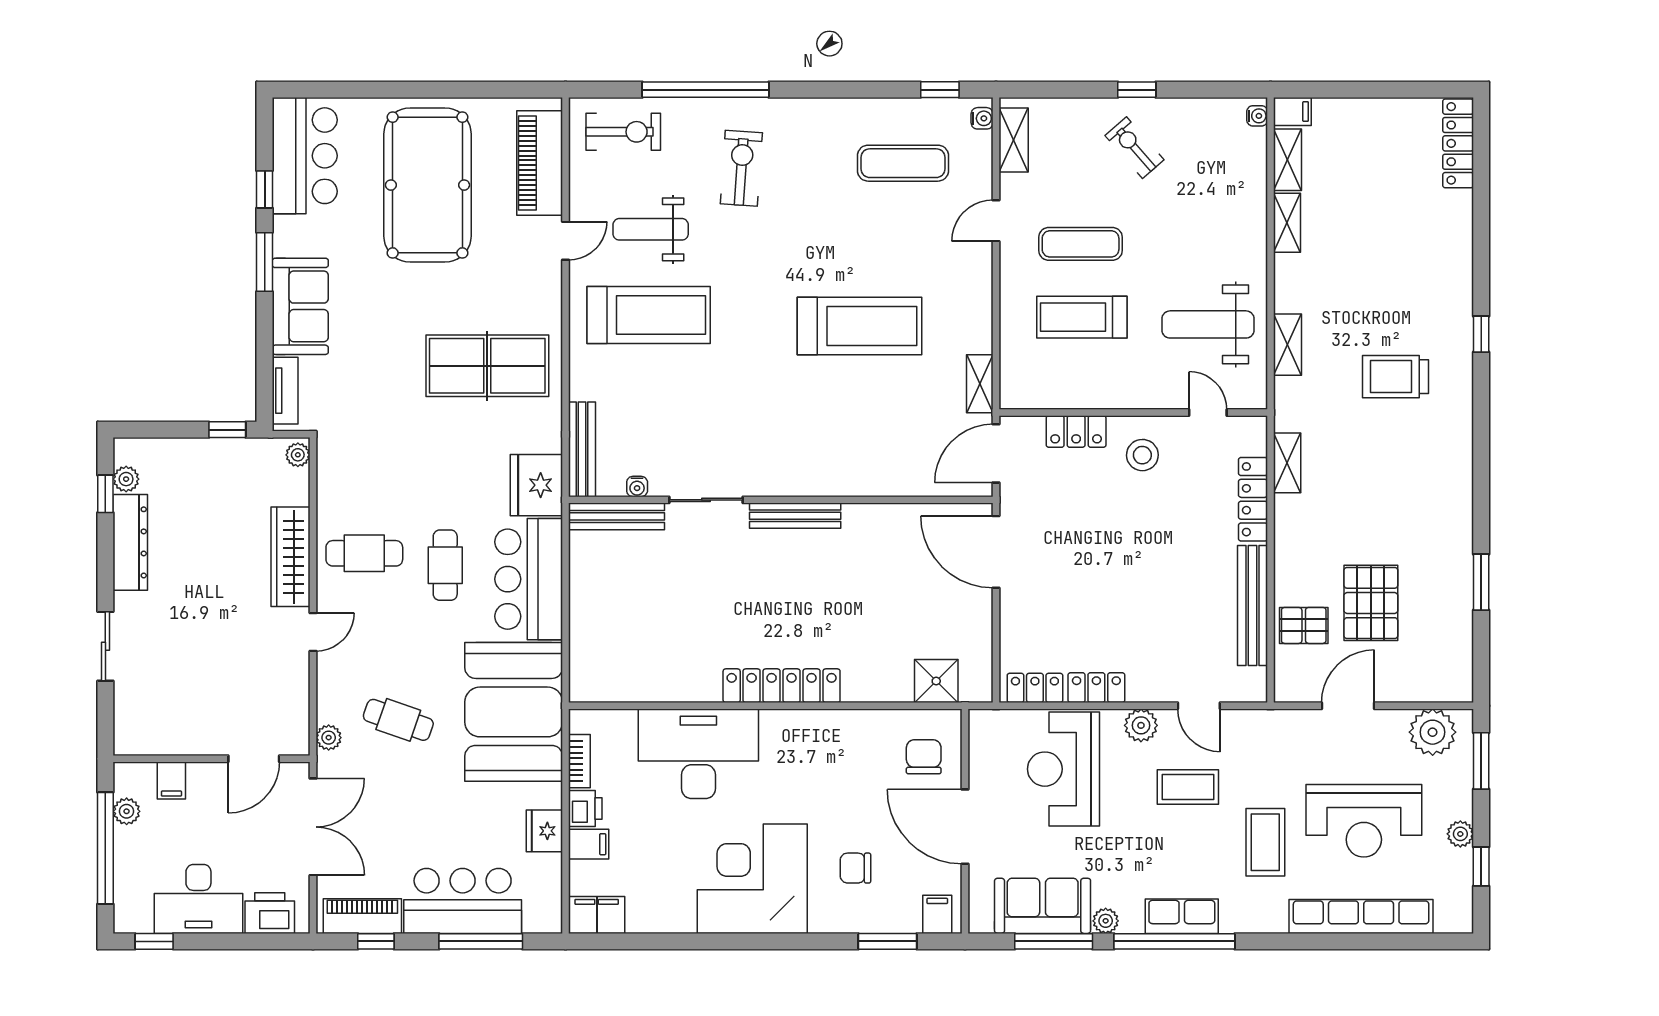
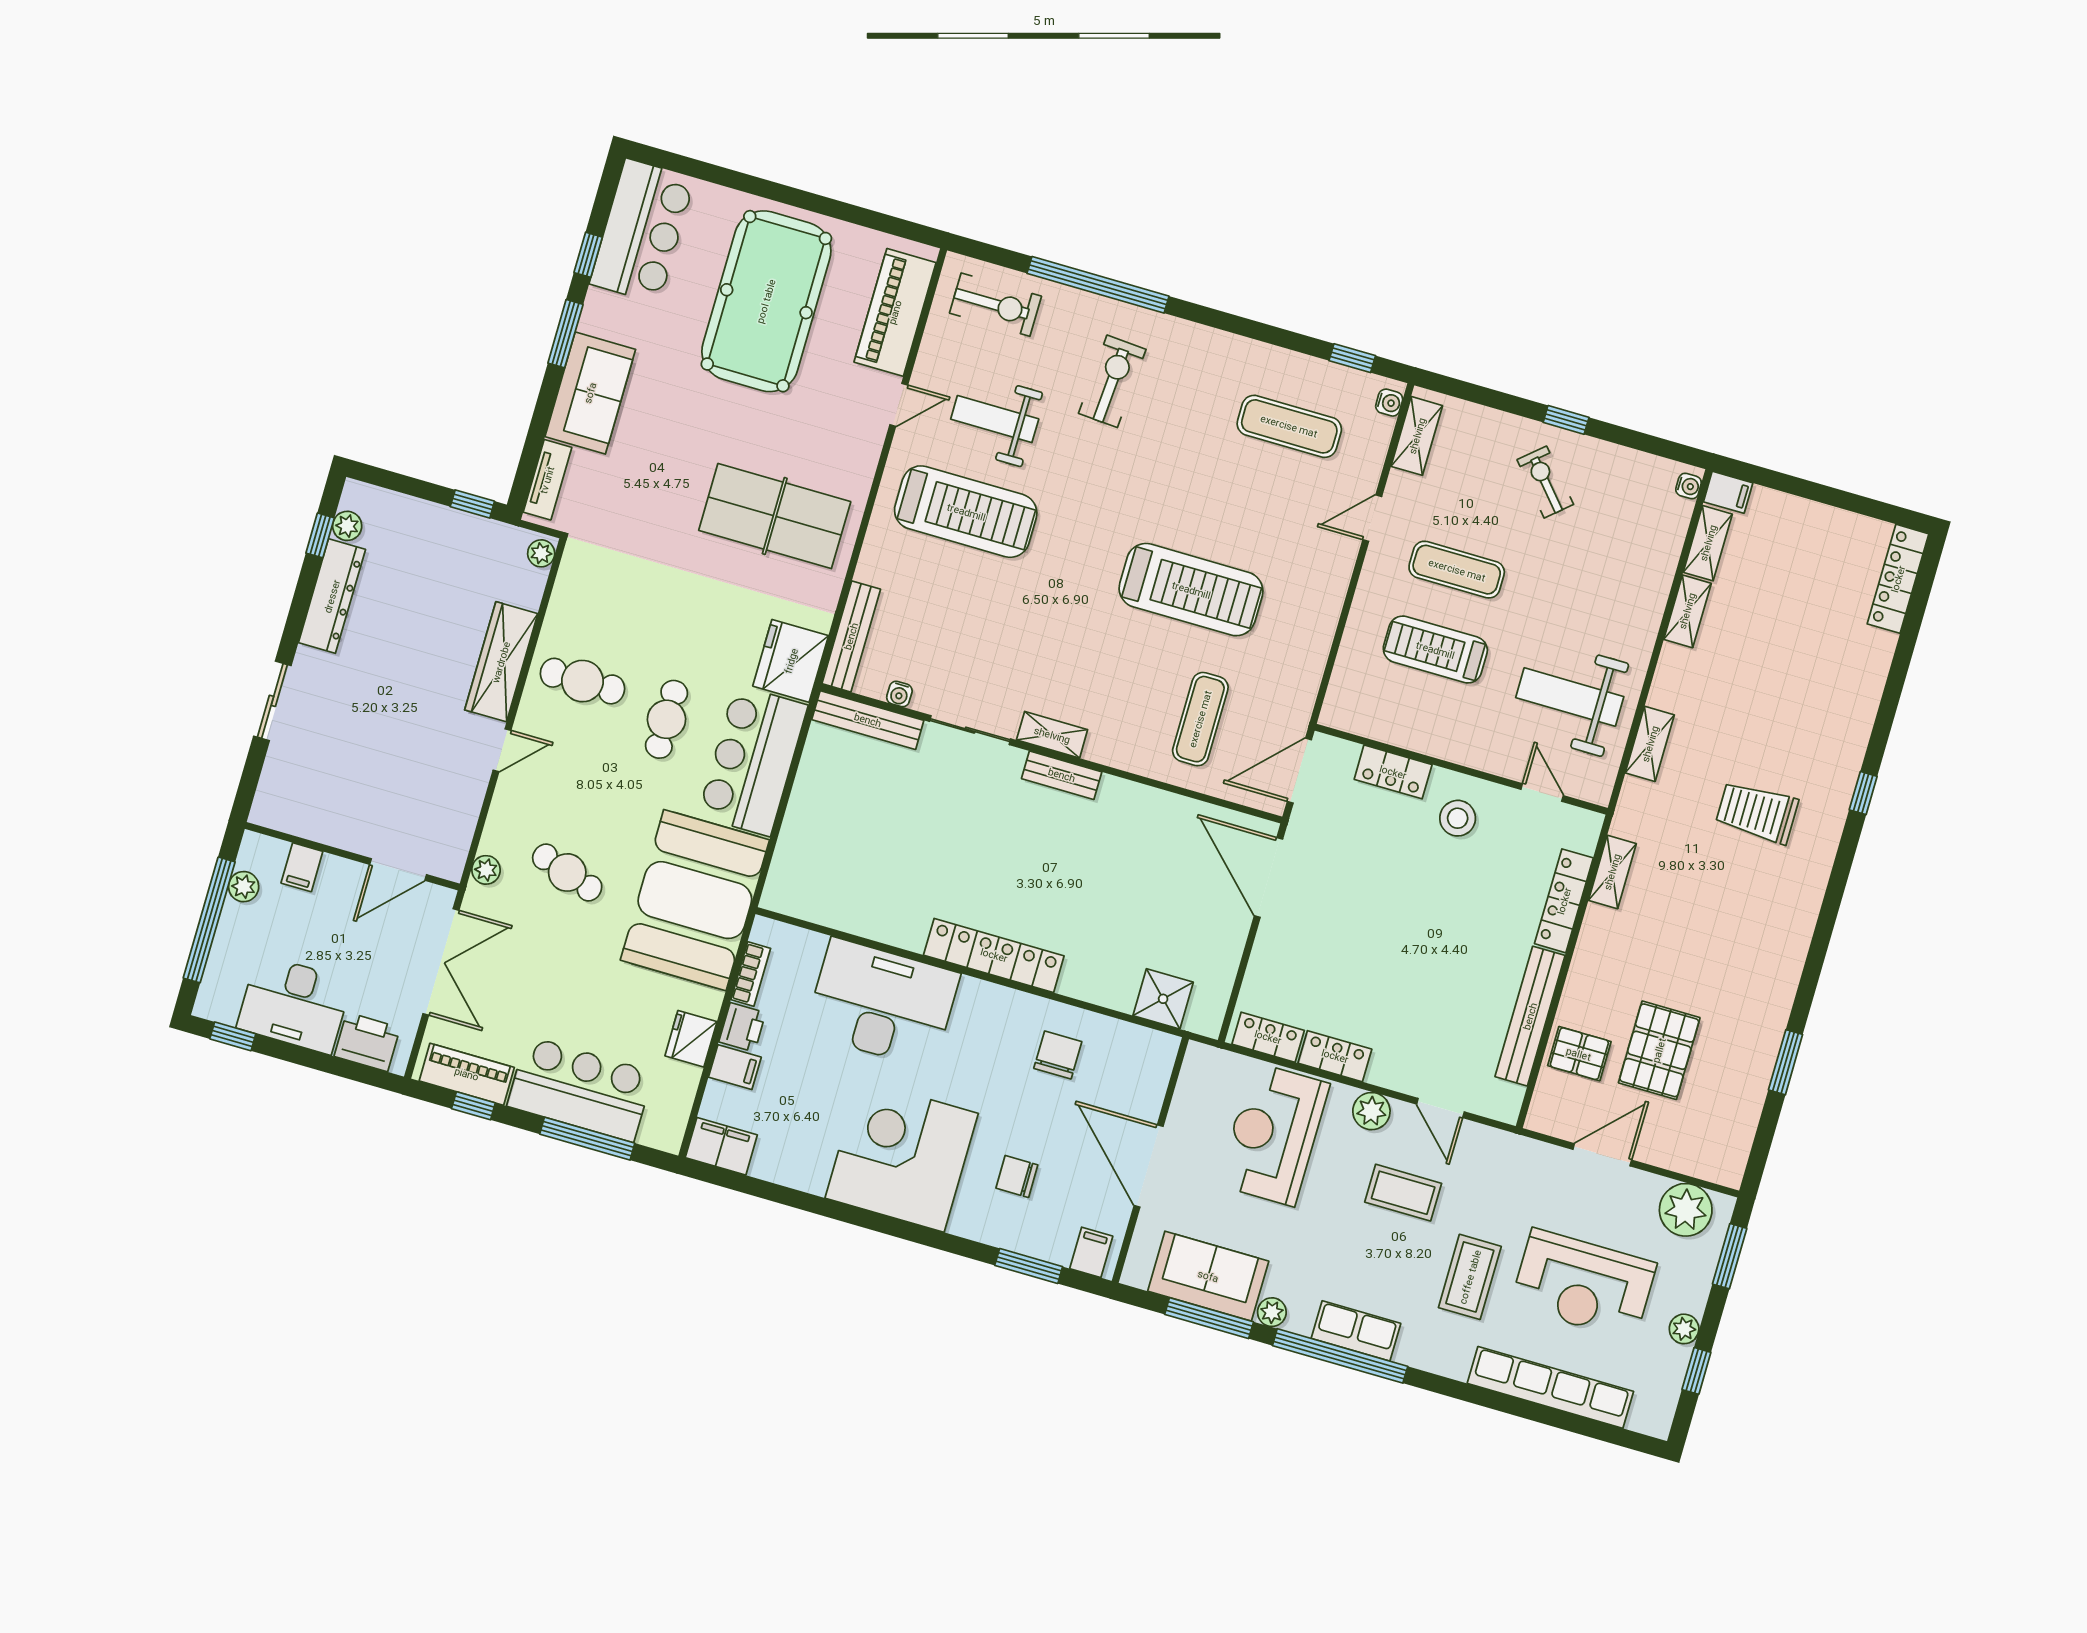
shelving: (980, 384) -> (1052, 735), moved, turned 90
exercise mat: (899, 434) -> (1200, 719), added
bench: (795, 516) -> (1062, 775), width x0.73
chair: (924, 757) -> (1058, 1055), moved

